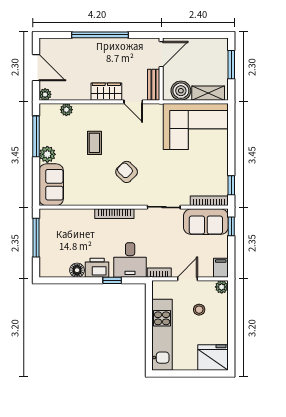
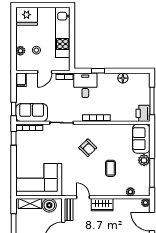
printer: (97, 268) -> (143, 113), moved, turned 90
plant: (222, 287) -> (20, 51), moved

